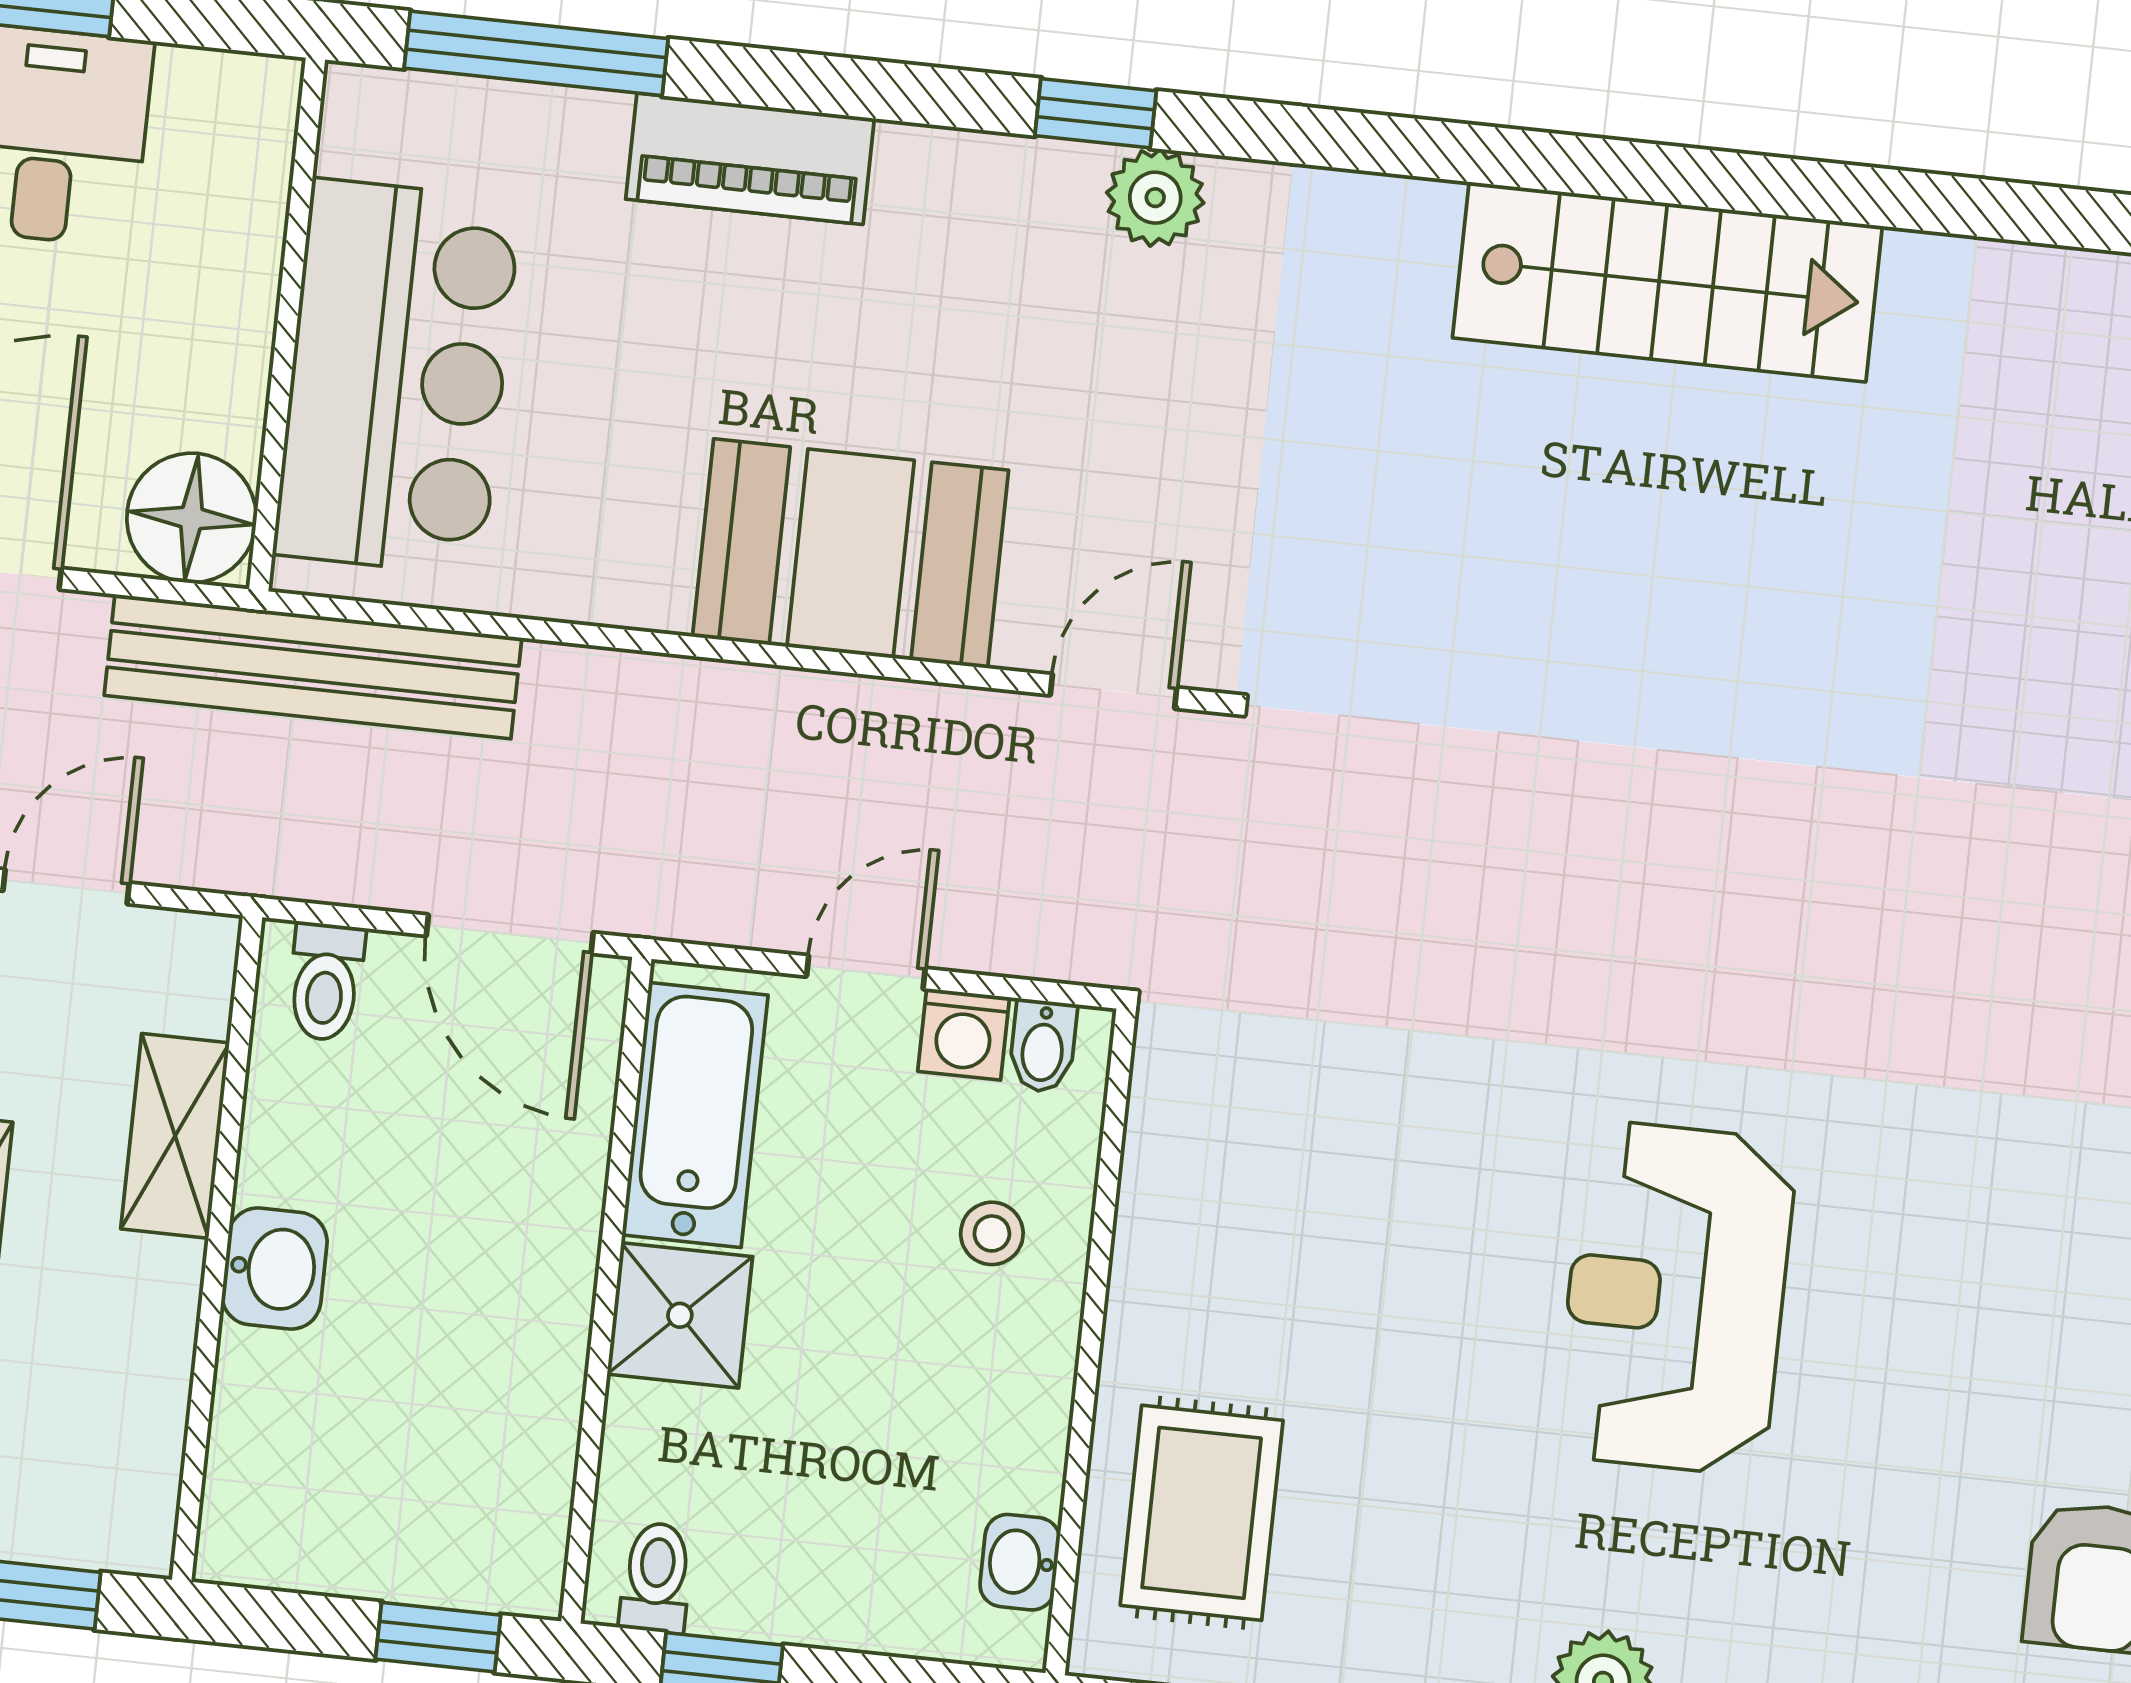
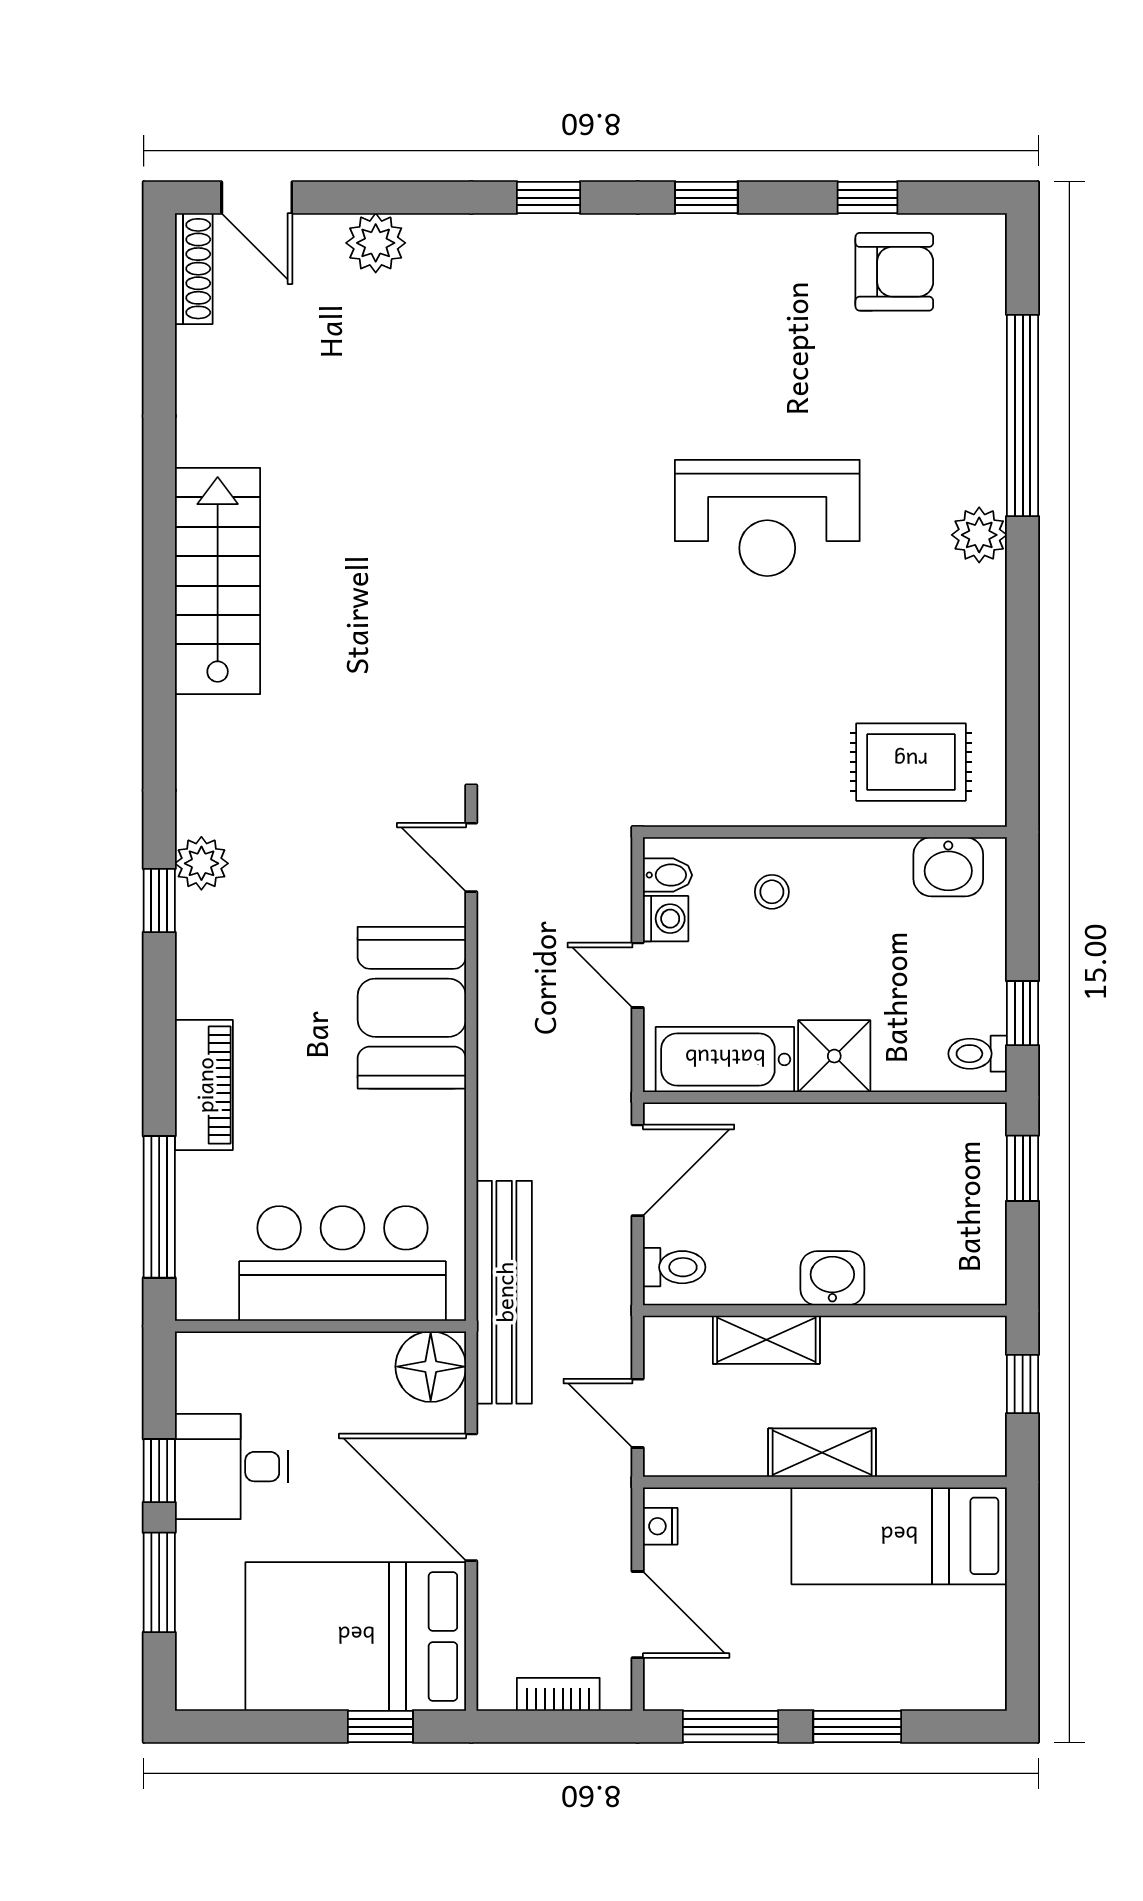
washbasin: (1020, 1562) -> (948, 867), width x1.38, depth x1.45

